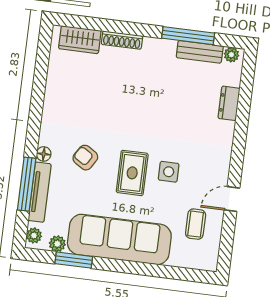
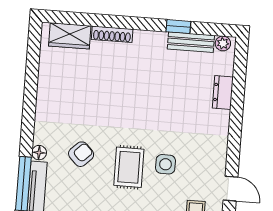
window: (188, 36) -> (178, 27), width x0.46
armchair: (85, 158) -> (81, 154), turned 104
door: (232, 199) -> (231, 189), swing flipped

